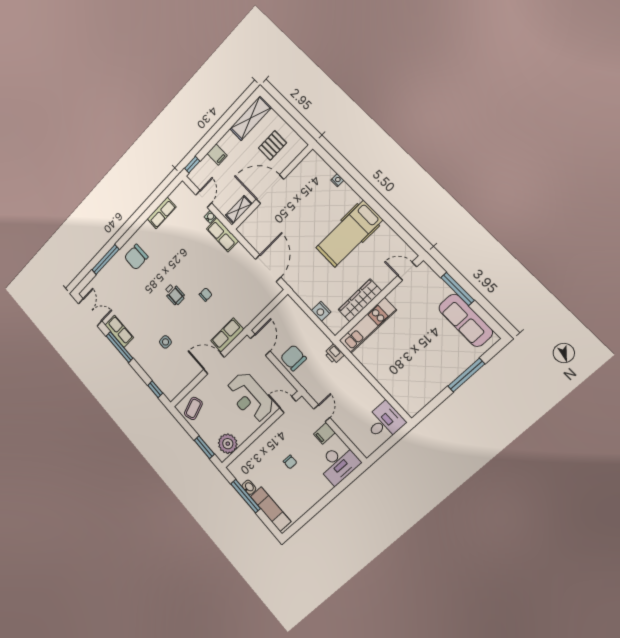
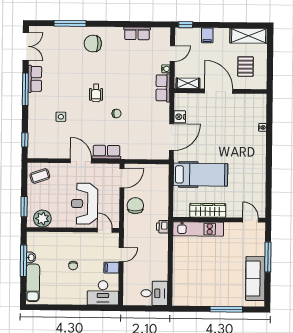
pallet: (272, 145) -> (245, 67), turned 90
hospital bed: (349, 234) -> (200, 175), moved, turned 180
nightstand: (321, 311) -> (180, 117), moved

